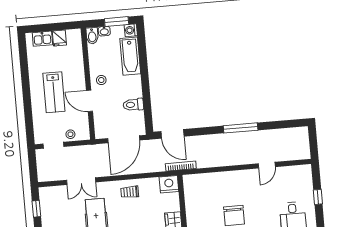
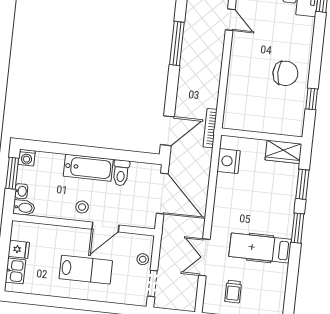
bathtub: (130, 56) -> (88, 168), moved
double door: (81, 181) -> (204, 257), swing flipped
nightstand: (169, 184) -> (229, 161), moved
trolley: (130, 192) -> (233, 292), moved

